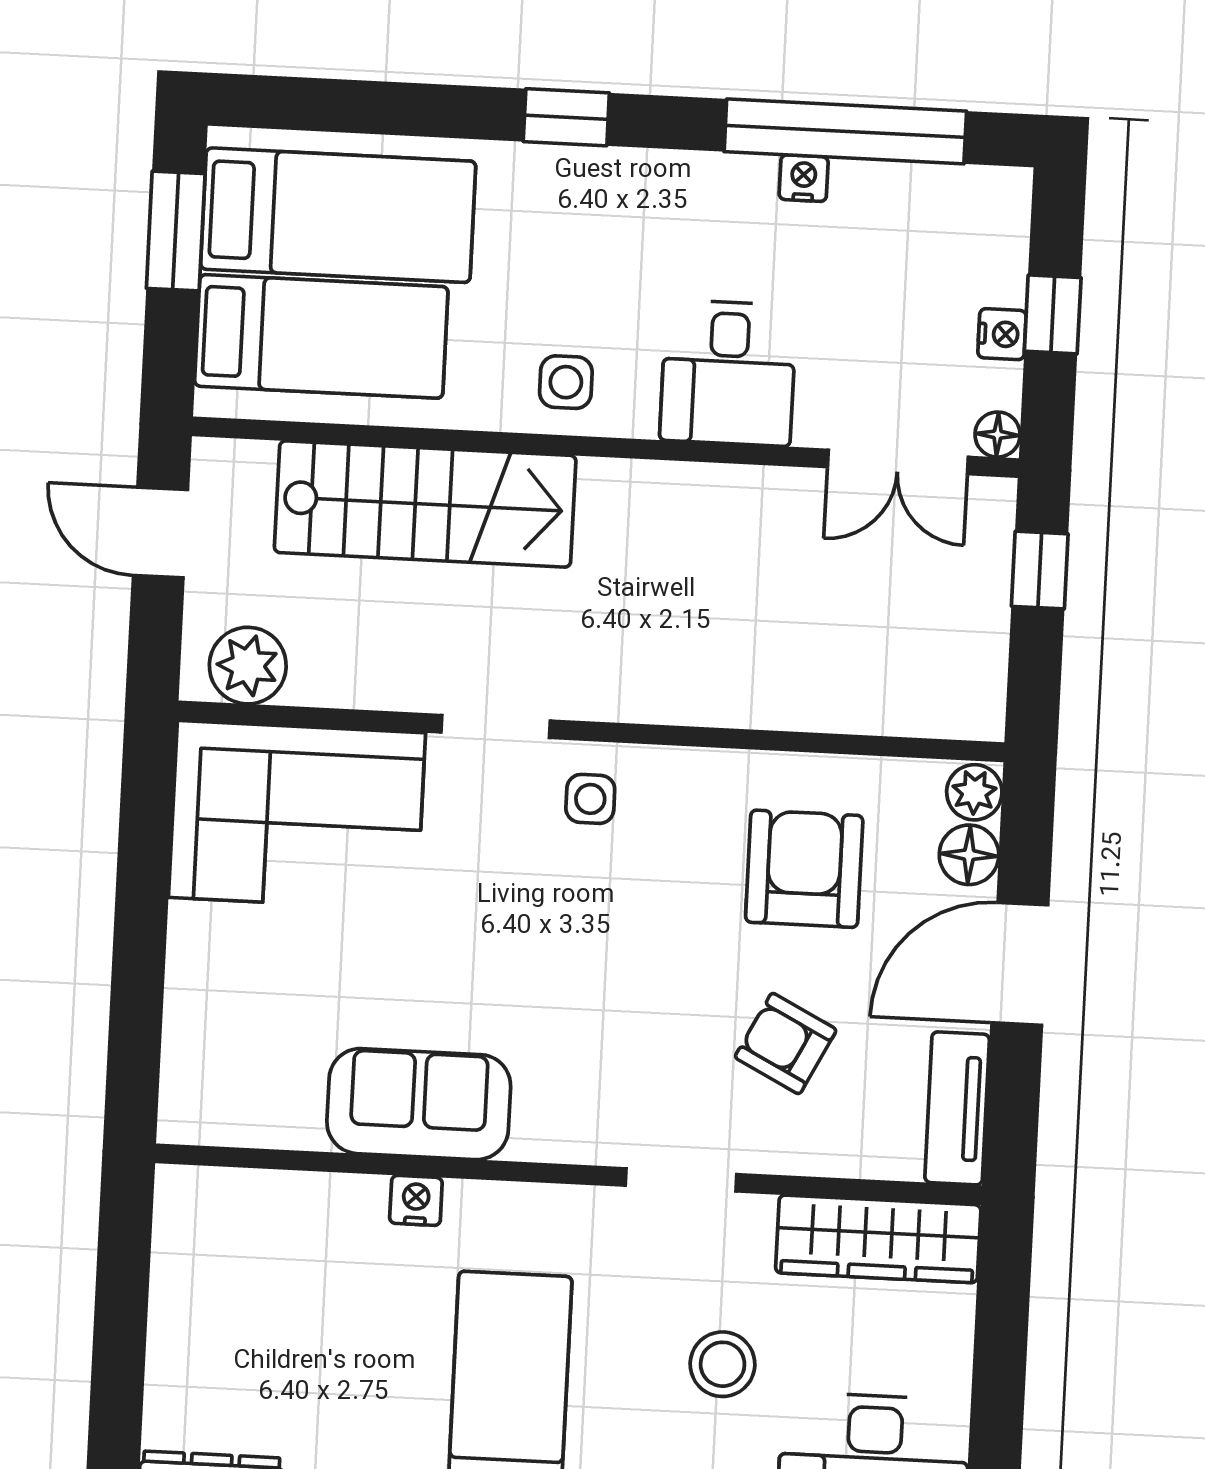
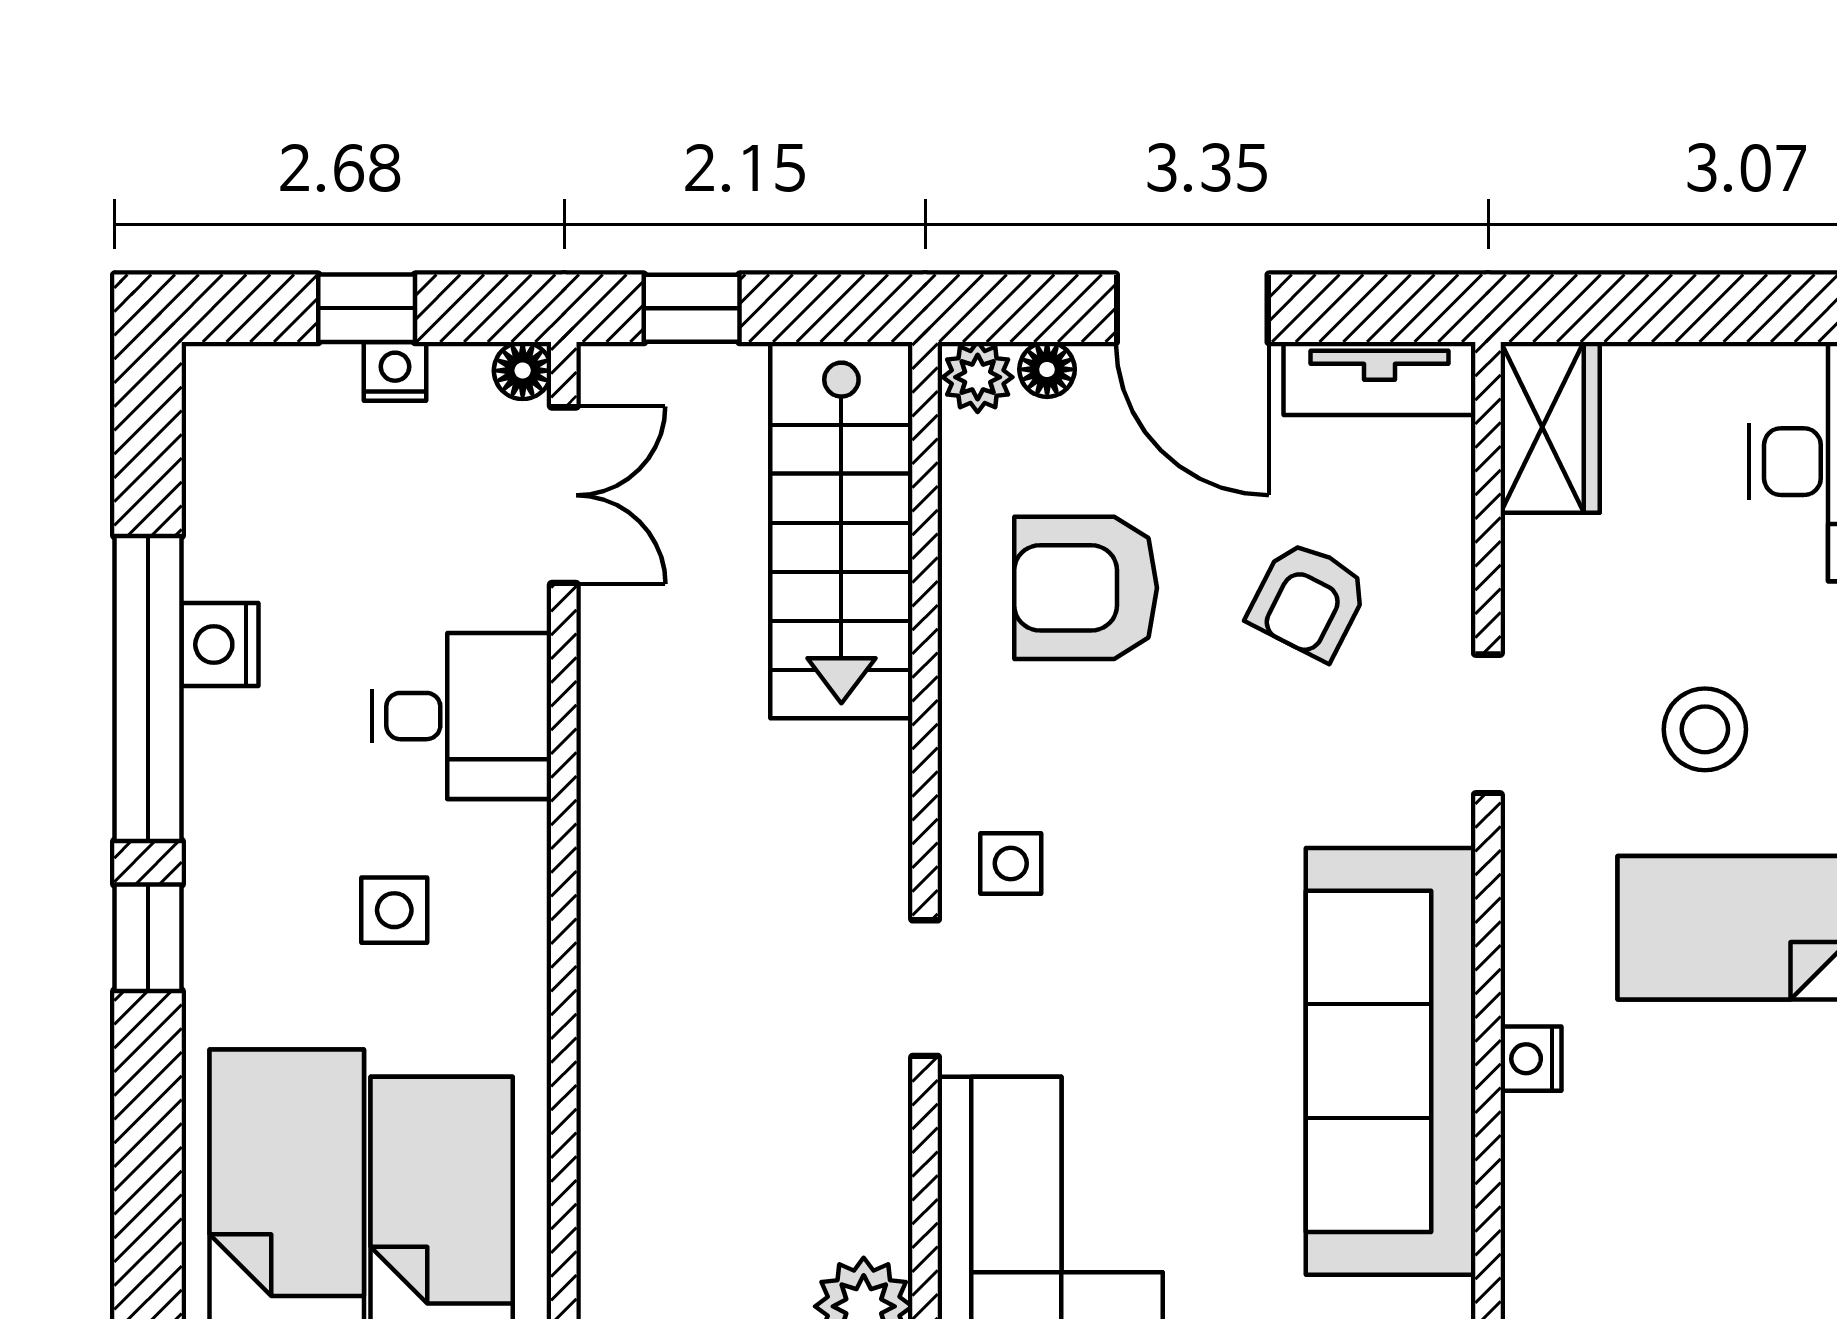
window: (845, 131) -> (148, 688), moved
nightstand: (804, 178) -> (220, 645), width x1.39, depth x1.35
side table: (566, 382) -> (394, 910), moved
stairs: (425, 504) -> (841, 530), moved, turned 180
floor lamp: (969, 855) -> (1047, 369), width x0.73, depth x0.73
sofa: (419, 1104) -> (1391, 1061), width x1.85, depth x1.27
wardrobe: (878, 1239) -> (1550, 427), width x0.67
stool: (723, 1364) -> (1705, 729), moved

